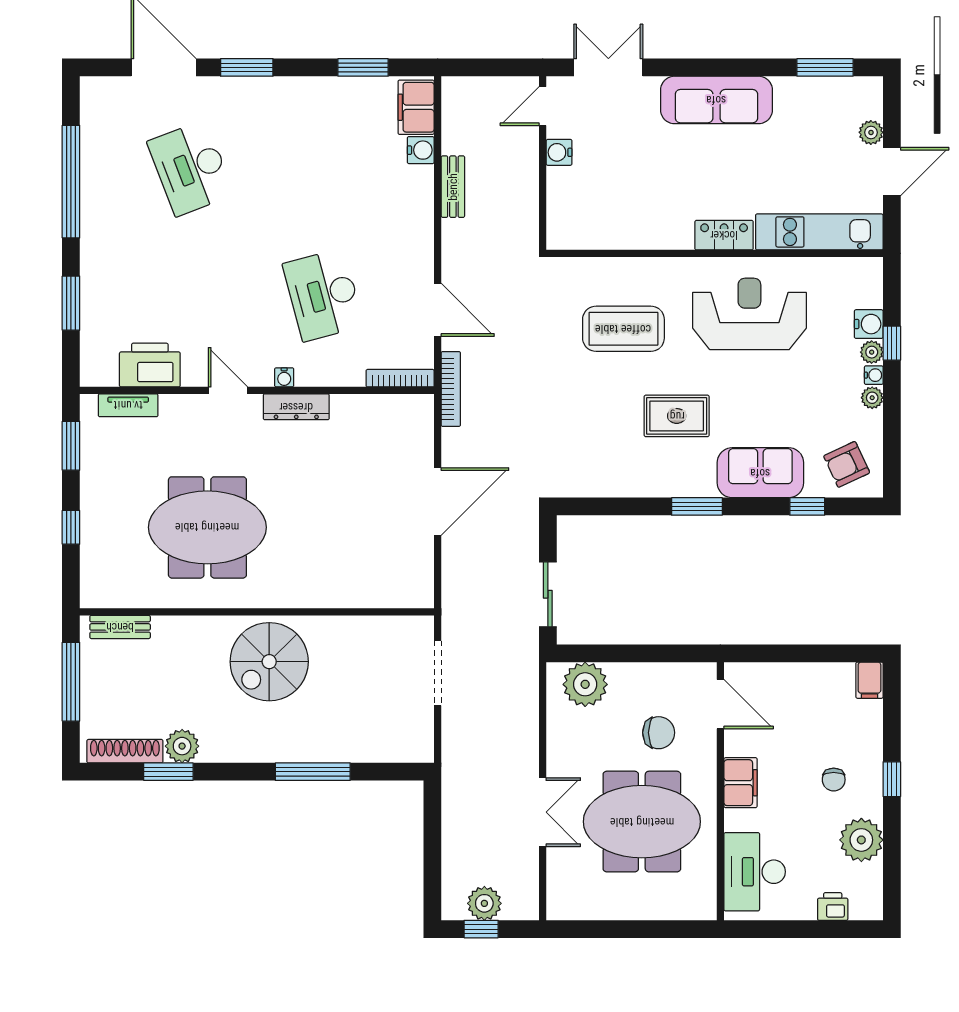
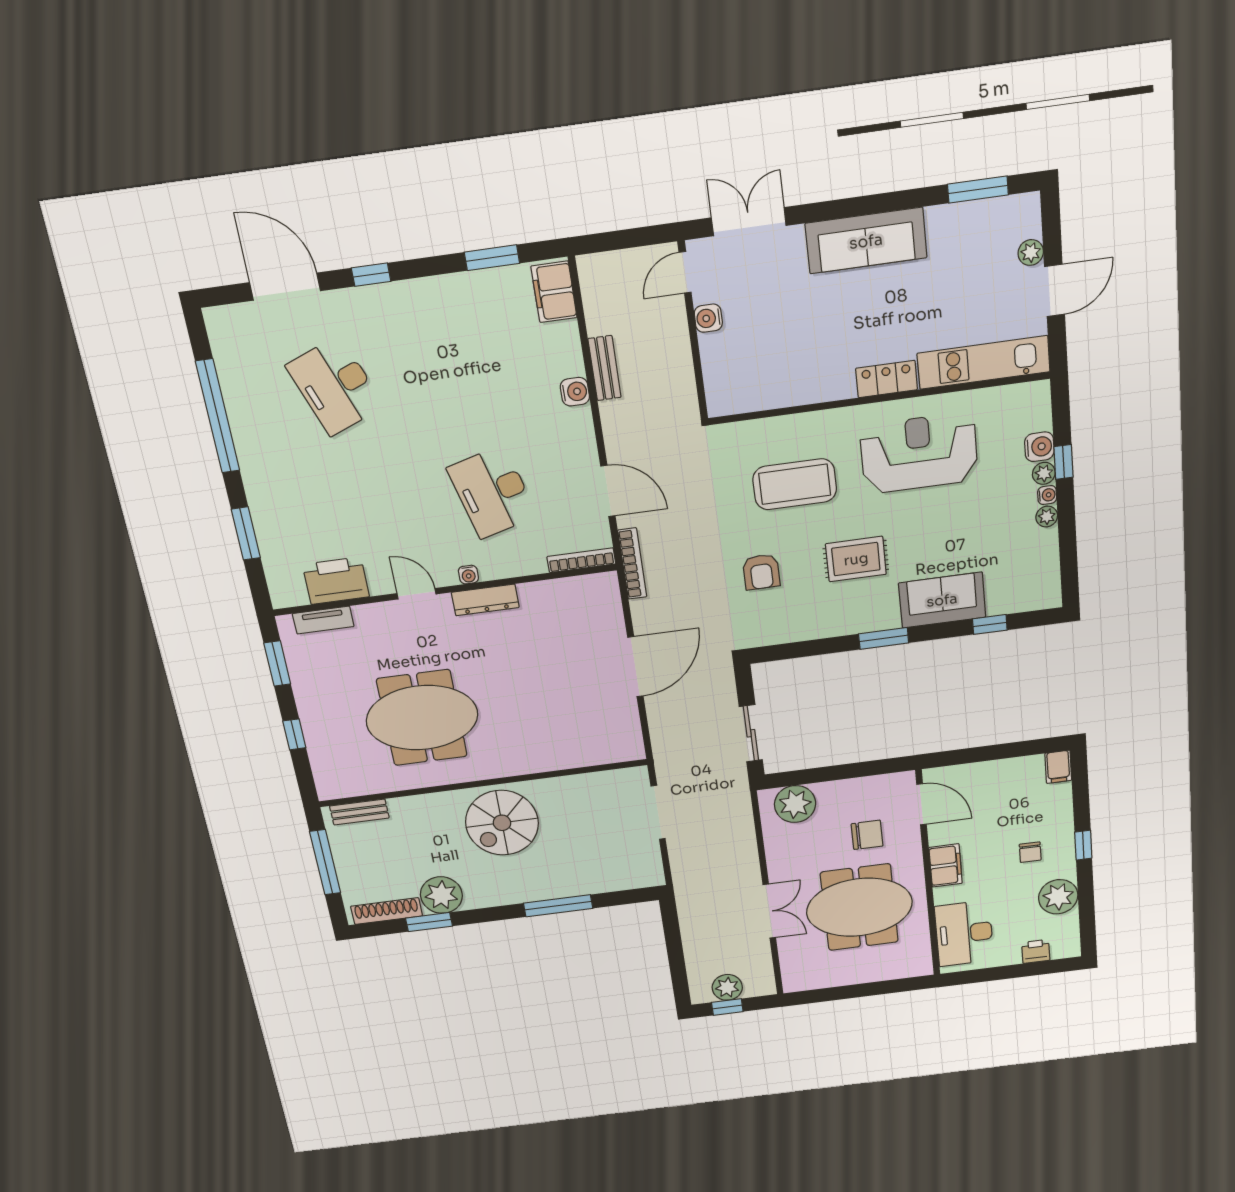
window: (247, 67) -> (371, 275), width x0.67
water cooler: (421, 150) -> (575, 392), moved
armchair: (847, 464) -> (761, 572), moved, turned -65
plant: (182, 746) -> (441, 895), width x1.36, depth x1.36

